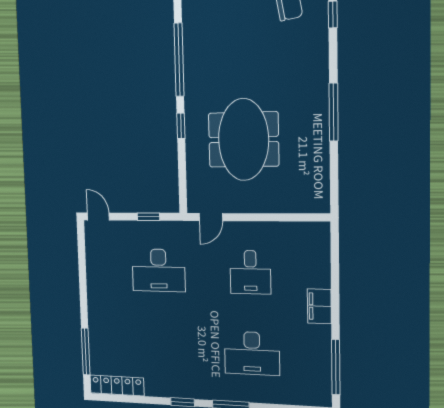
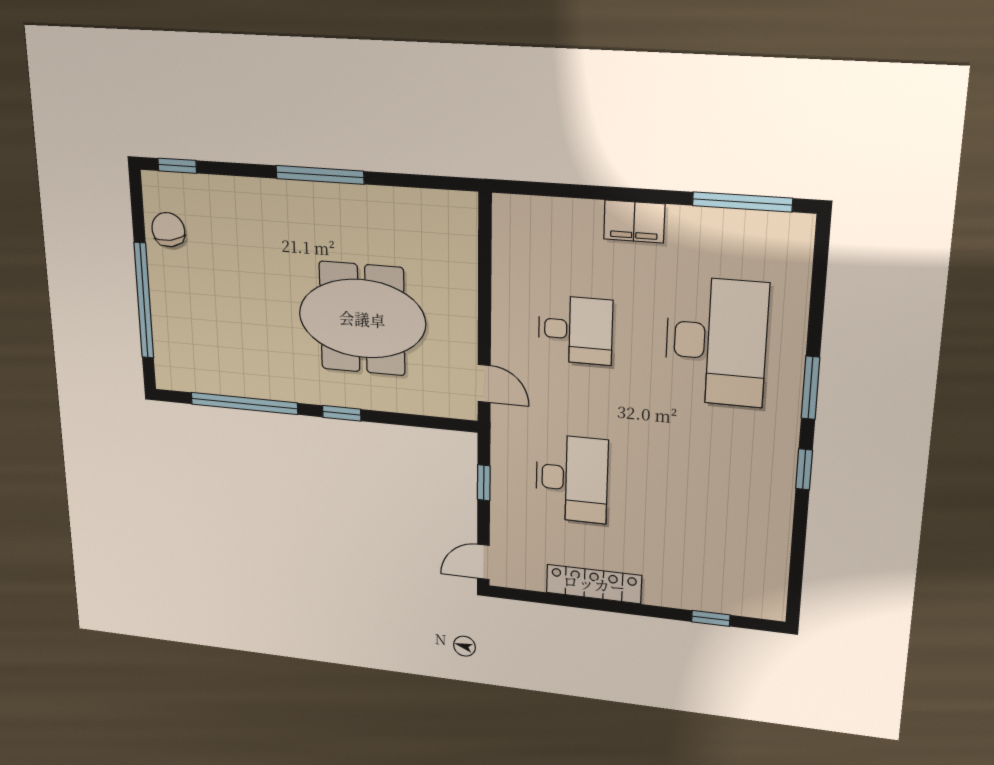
window: (86, 352) -> (711, 618), width x0.46
desk: (252, 353) -> (716, 342), width x1.36, depth x1.30
locker: (117, 385) -> (594, 584), moved, turned 90

